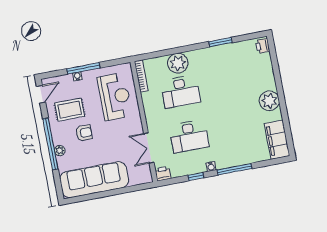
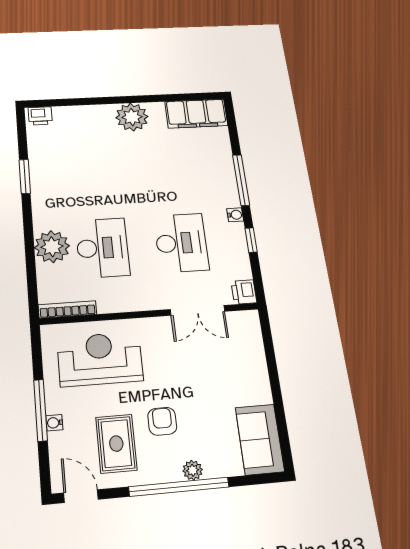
sofa: (94, 180) -> (260, 439), width x0.54, depth x0.79

